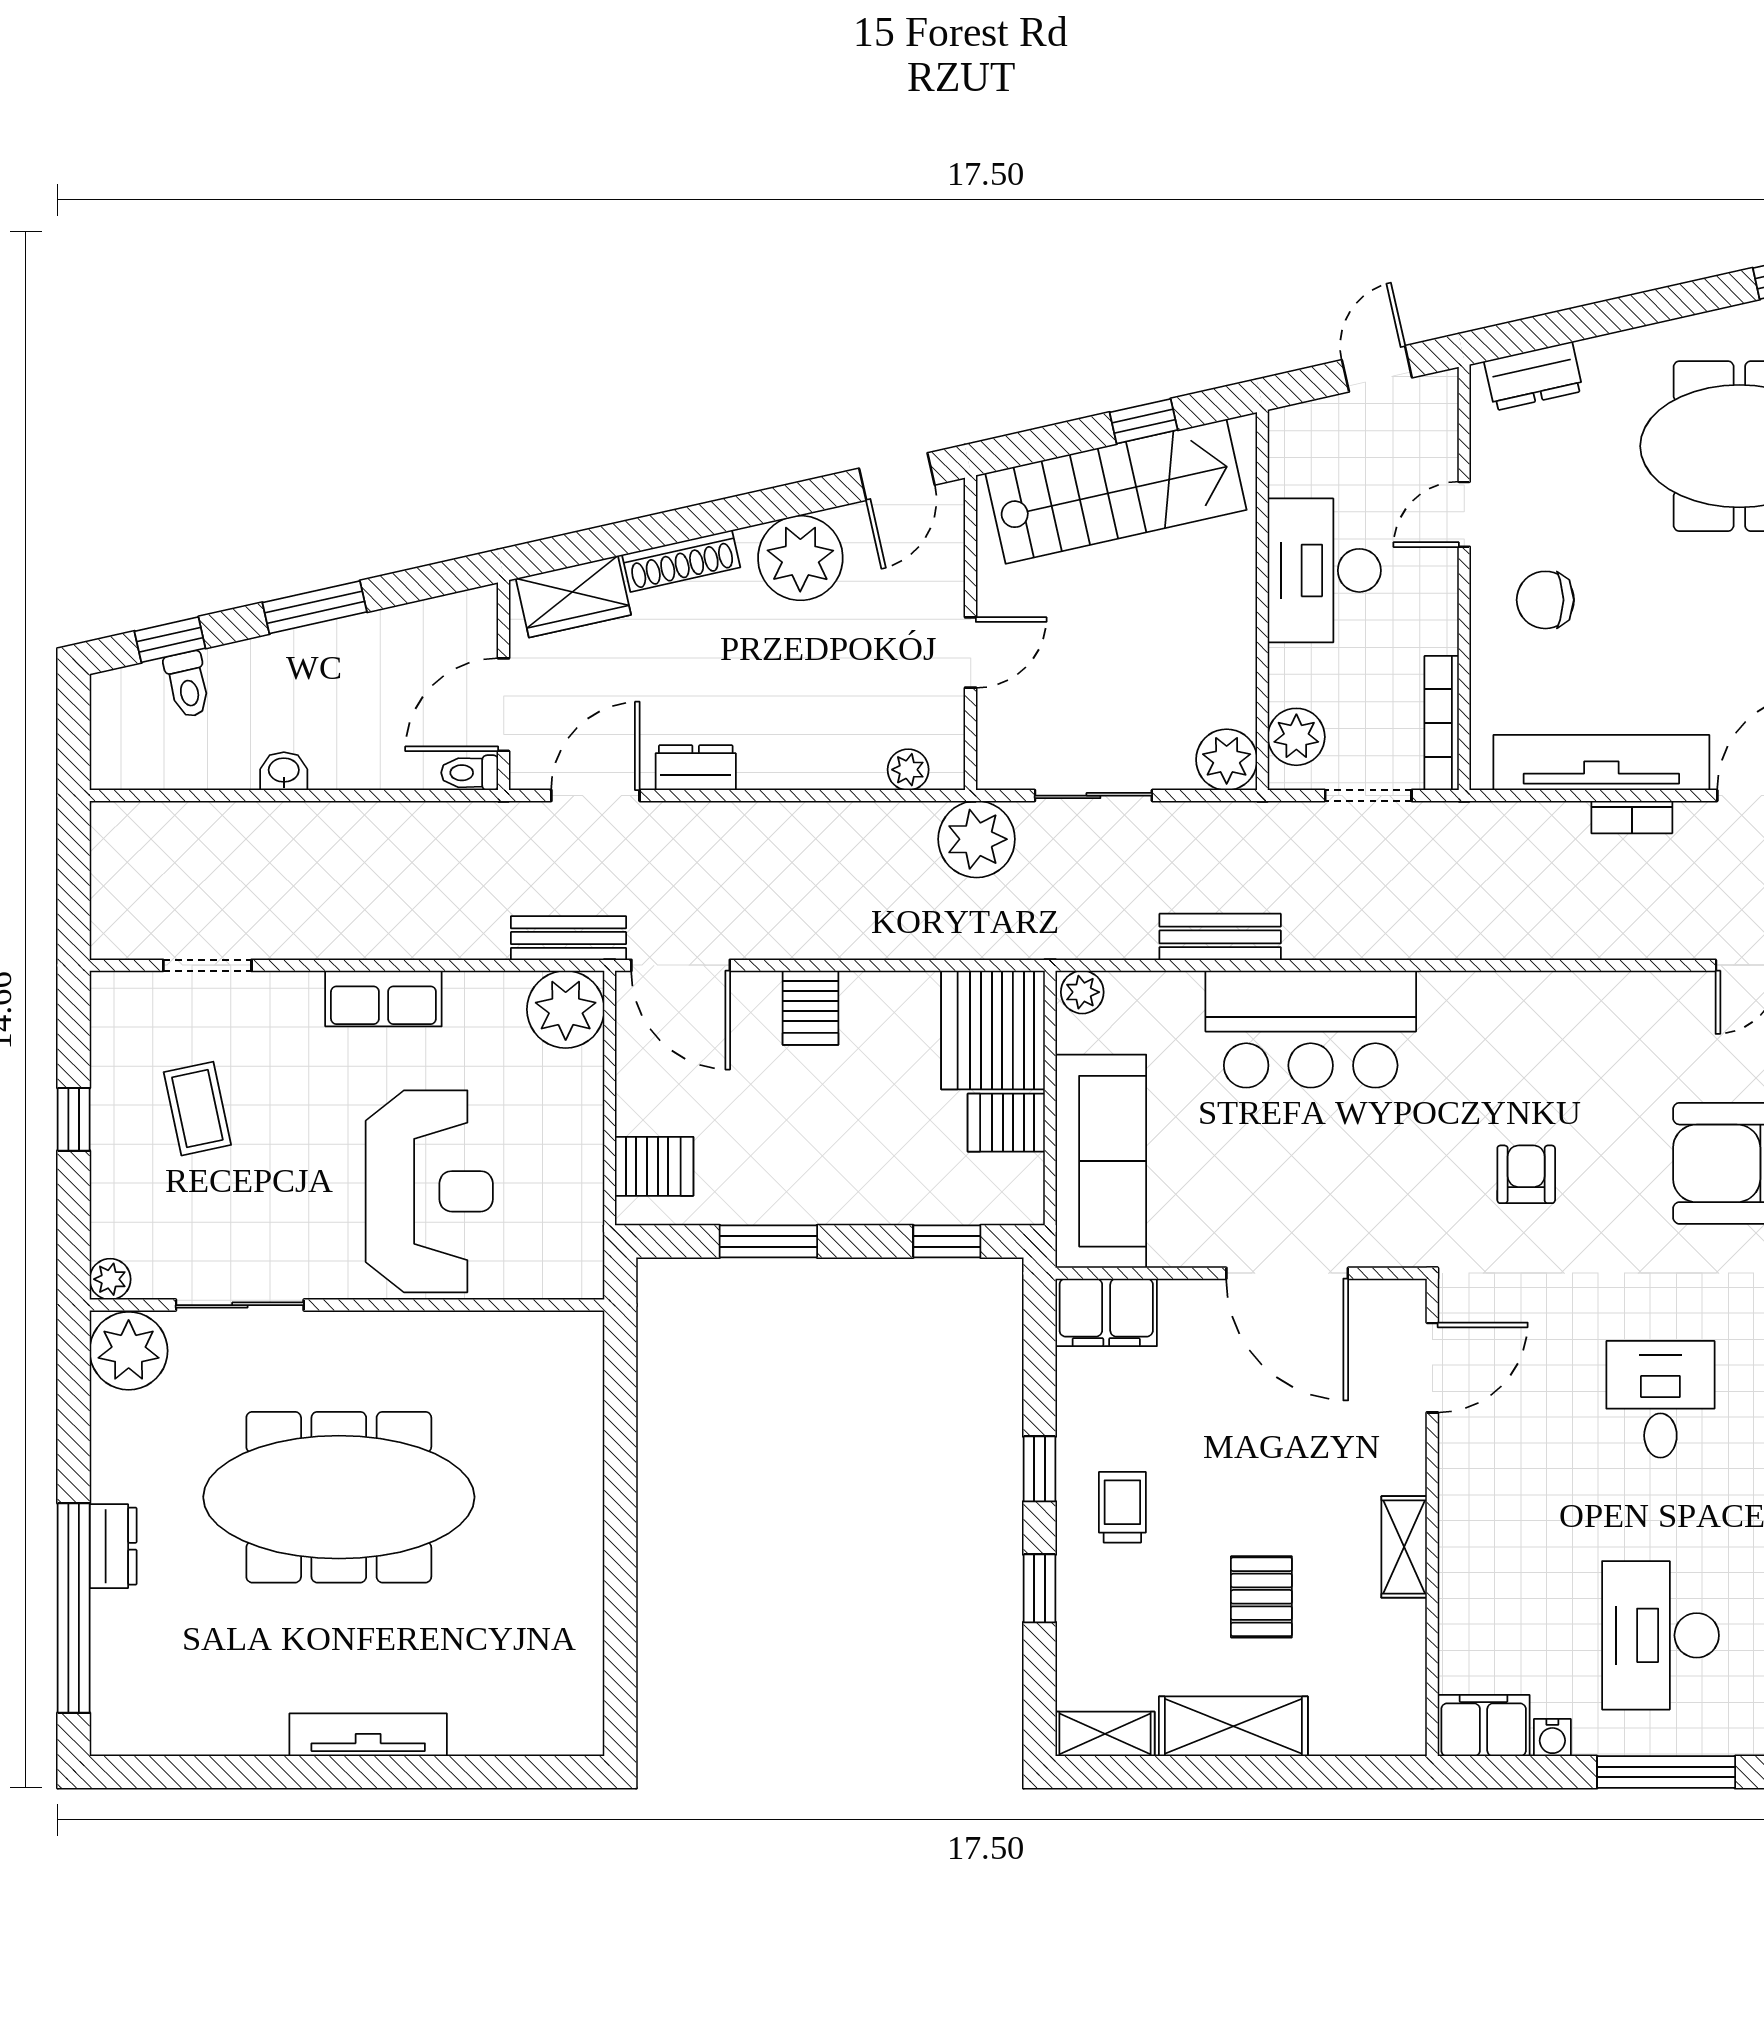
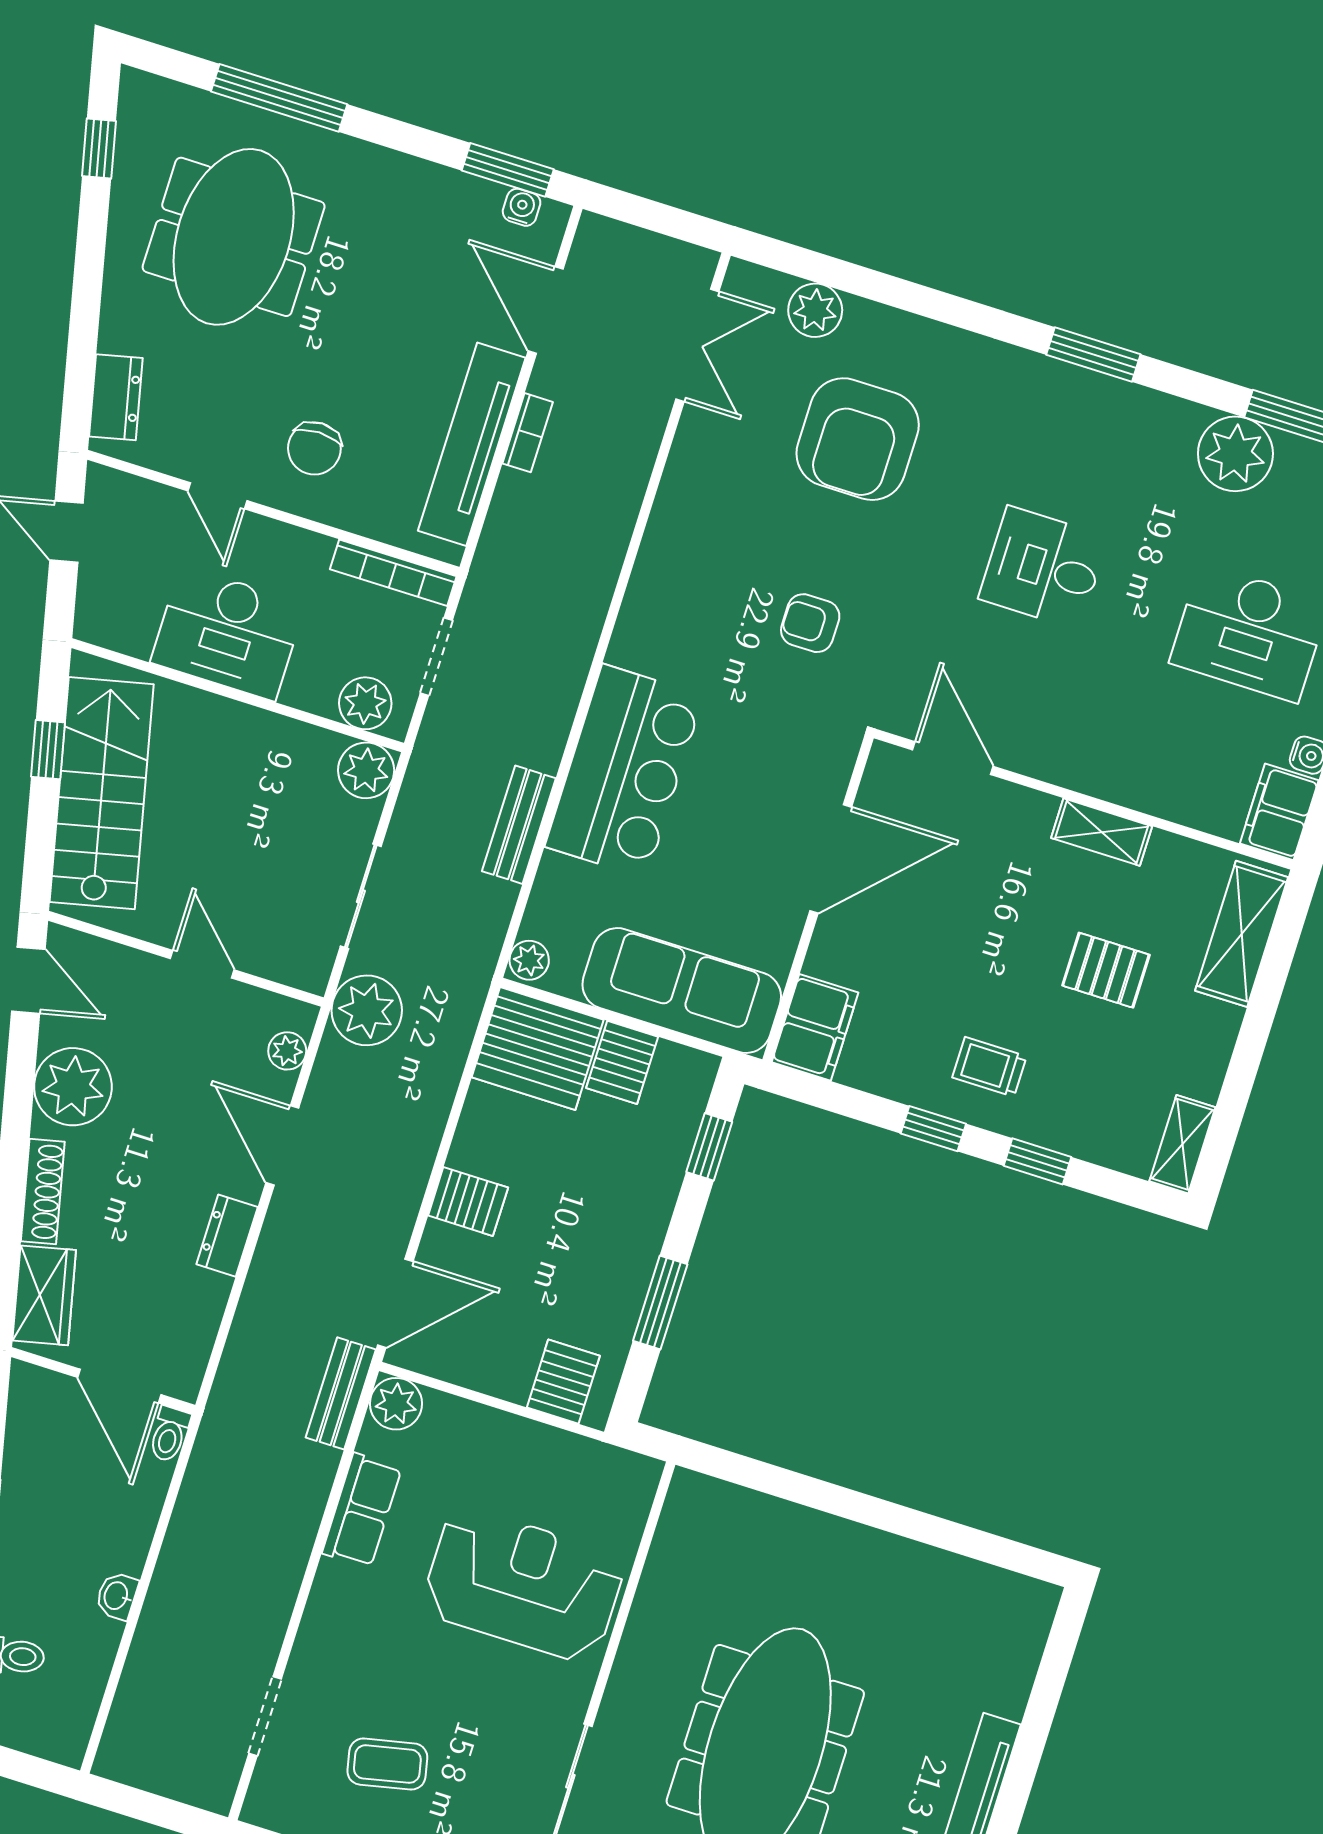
door: (595, 796) -> (282, 1145), moved
row of seats: (383, 999) -> (362, 1510), moved
plant: (566, 1009) -> (396, 1404), width x0.73, depth x0.73
shelving: (1233, 1726) -> (1242, 934), moved

